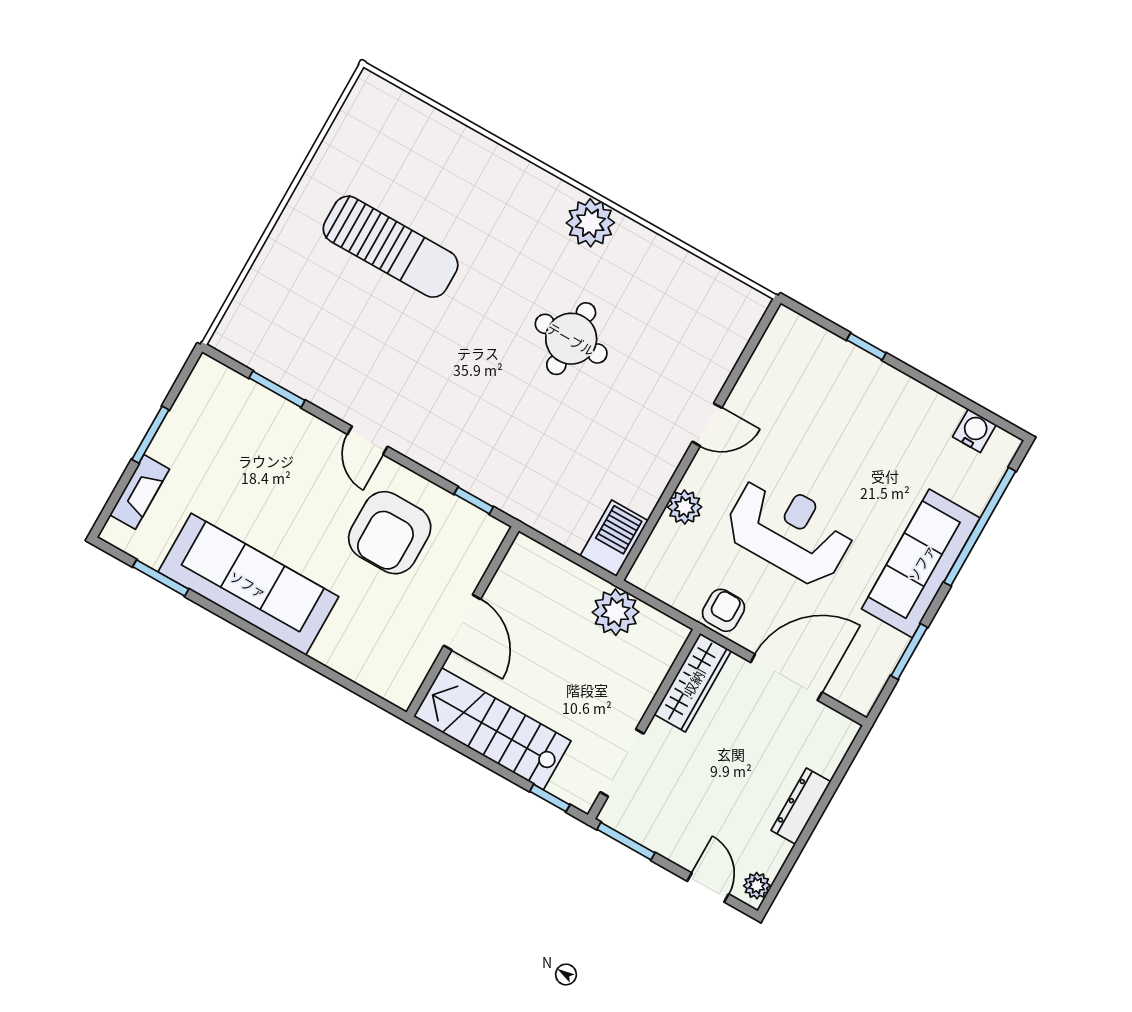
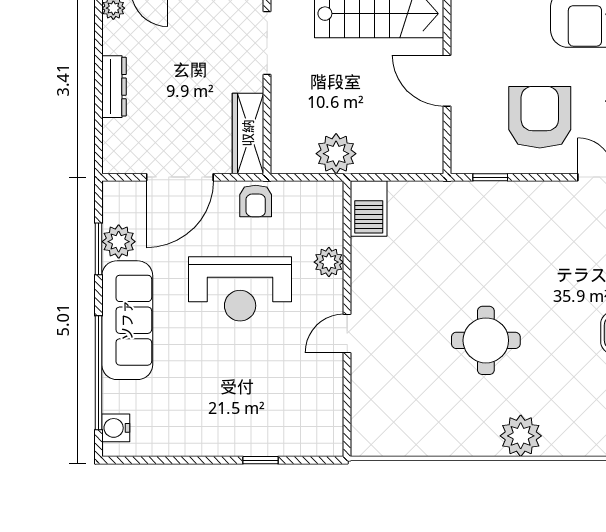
water cooler: (974, 431) -> (116, 428), moved, turned 90
plant: (885, 647) -> (119, 242), added

